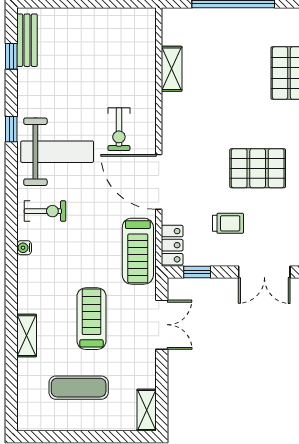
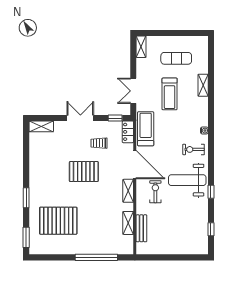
bench: (27, 40) -> (141, 228), moved
shelving: (172, 131) -> (128, 191), added

